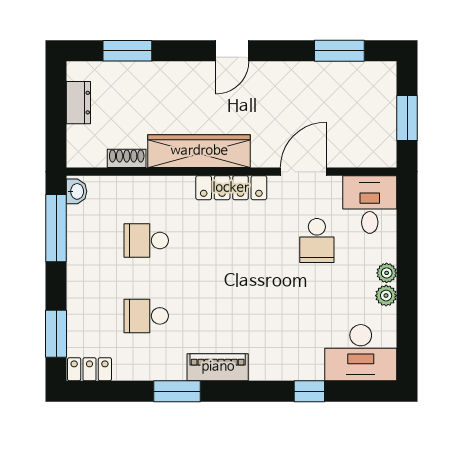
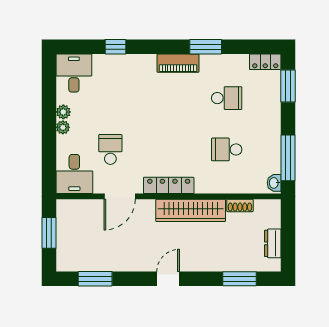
school desk: (146, 240) -> (227, 149), turned 180
desk: (361, 353) -> (74, 73), width x0.73

